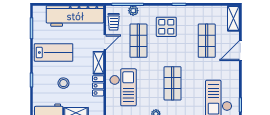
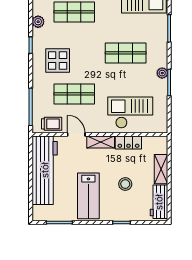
plant: (133, 11) -> (38, 22), moved
lab bench: (54, 52) -> (88, 196), turned 180

